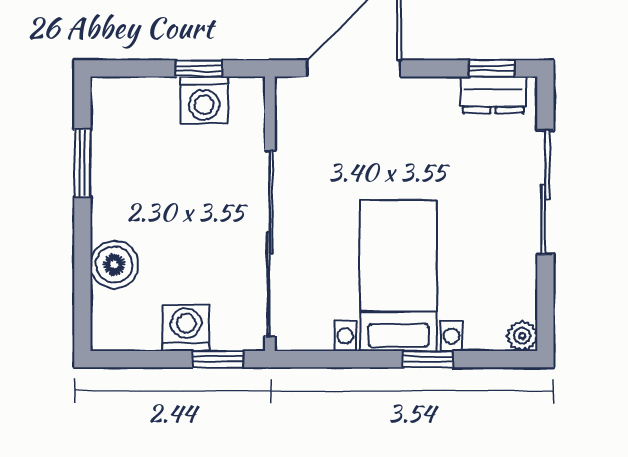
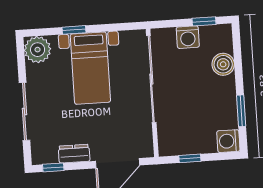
dresser: (493, 95) -> (74, 154), moved
washing machine: (204, 100) -> (228, 141), moved, turned -90
plant: (522, 336) -> (38, 50), width x1.88, depth x1.88
window: (218, 359) -> (204, 21), moved

